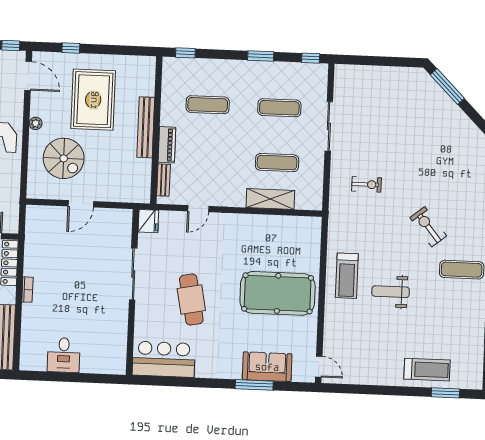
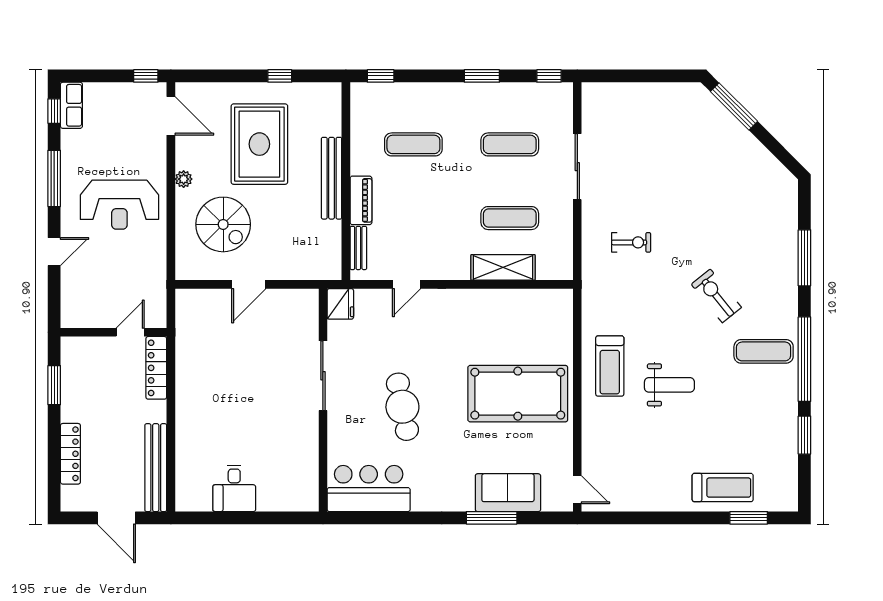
window: (71, 48) -> (280, 76), moved
bookcase: (27, 290) -> (182, 403), removed
weight bench: (391, 292) -> (669, 385), turned 180

